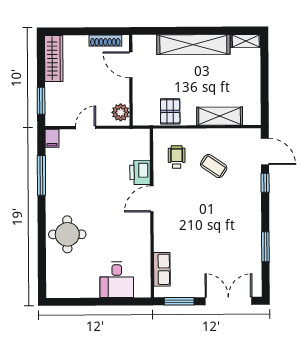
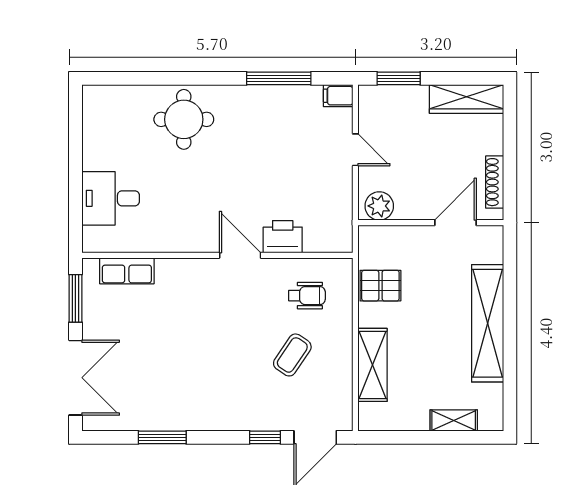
shelving: (246, 41) -> (454, 420), moved, turned 90

